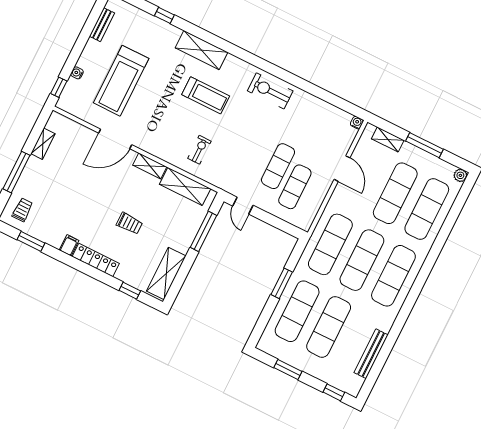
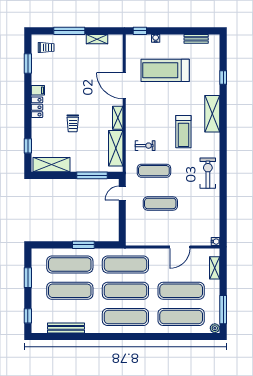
window: (424, 145) -> (223, 310), moved
exercise mat: (295, 187) -> (154, 171), moved
locker: (96, 260) -> (37, 107), width x0.66

